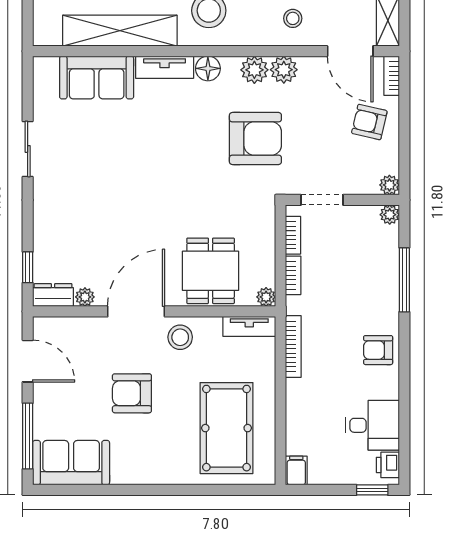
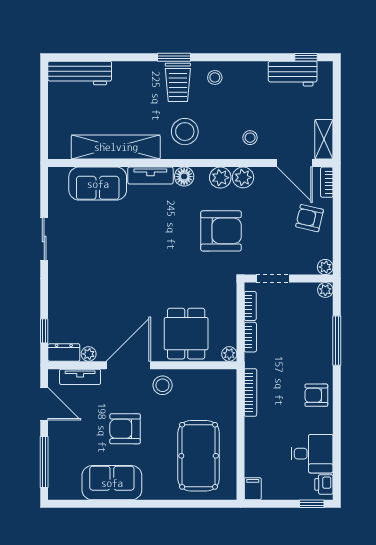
tv unit: (249, 326) -> (80, 377), moved
sofa: (71, 463) -> (112, 483), moved

